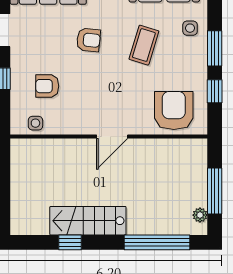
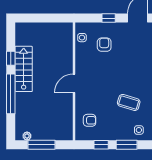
armchair: (88, 40) -> (132, 69), removed
armchair: (174, 110) -> (90, 120), width x0.53, depth x0.53
door: (112, 136) -> (74, 83), hinge flipped
window: (157, 242) -> (11, 94), moved

